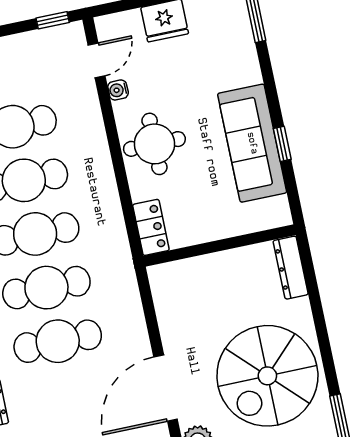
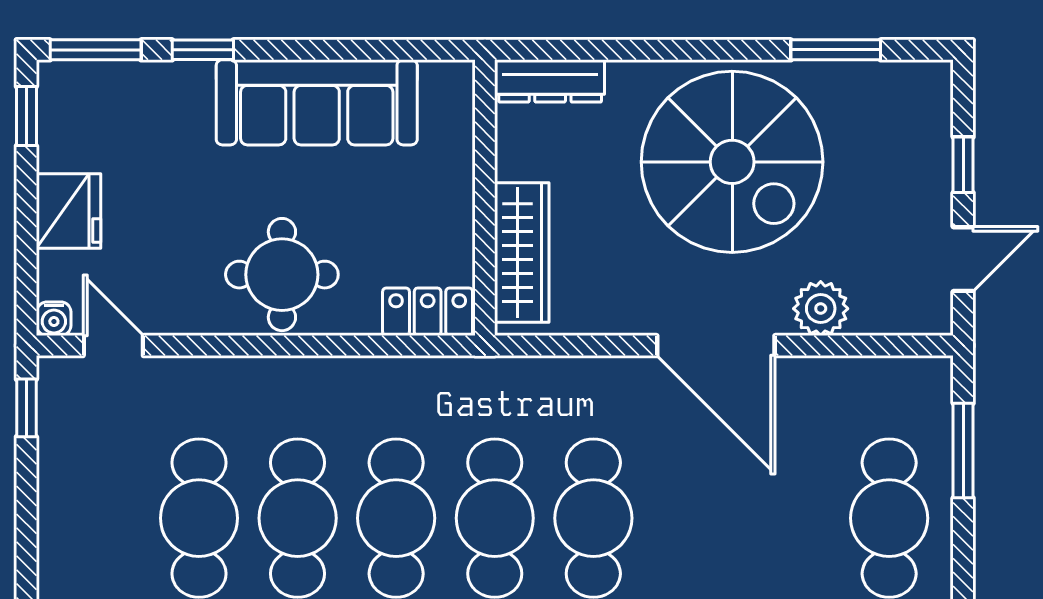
water cooler: (118, 90) -> (54, 319), moved
window: (282, 144) -> (203, 50), moved
wardrobe: (194, 272) -> (522, 253), added

